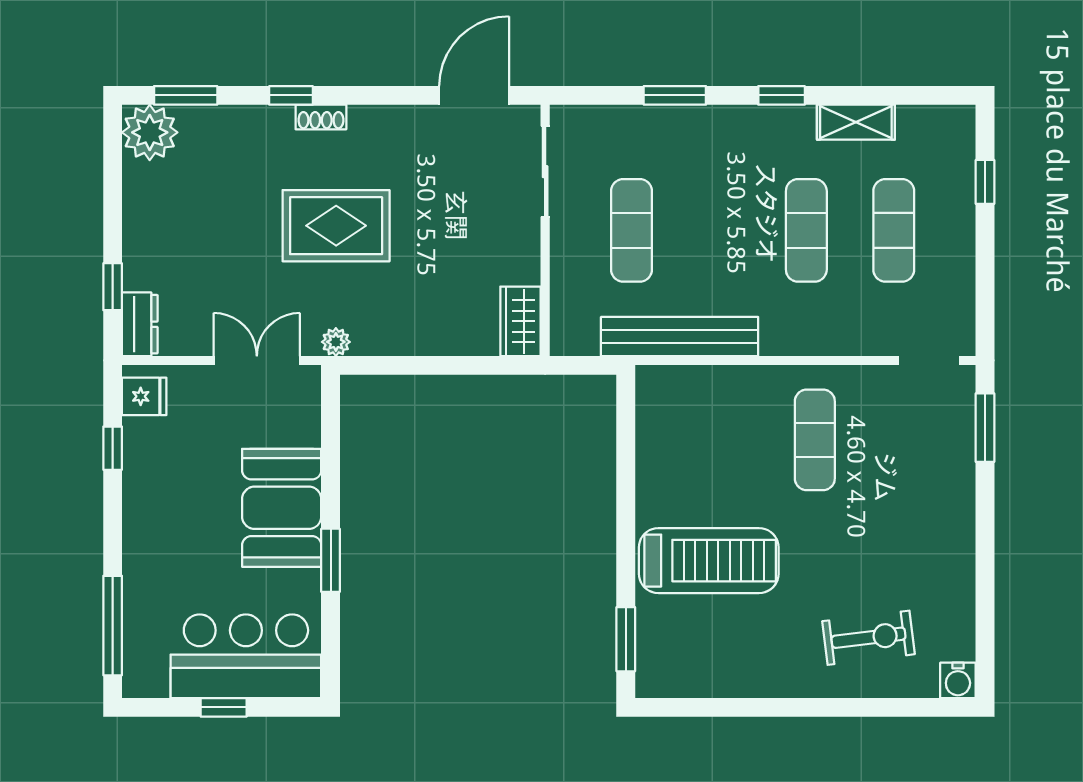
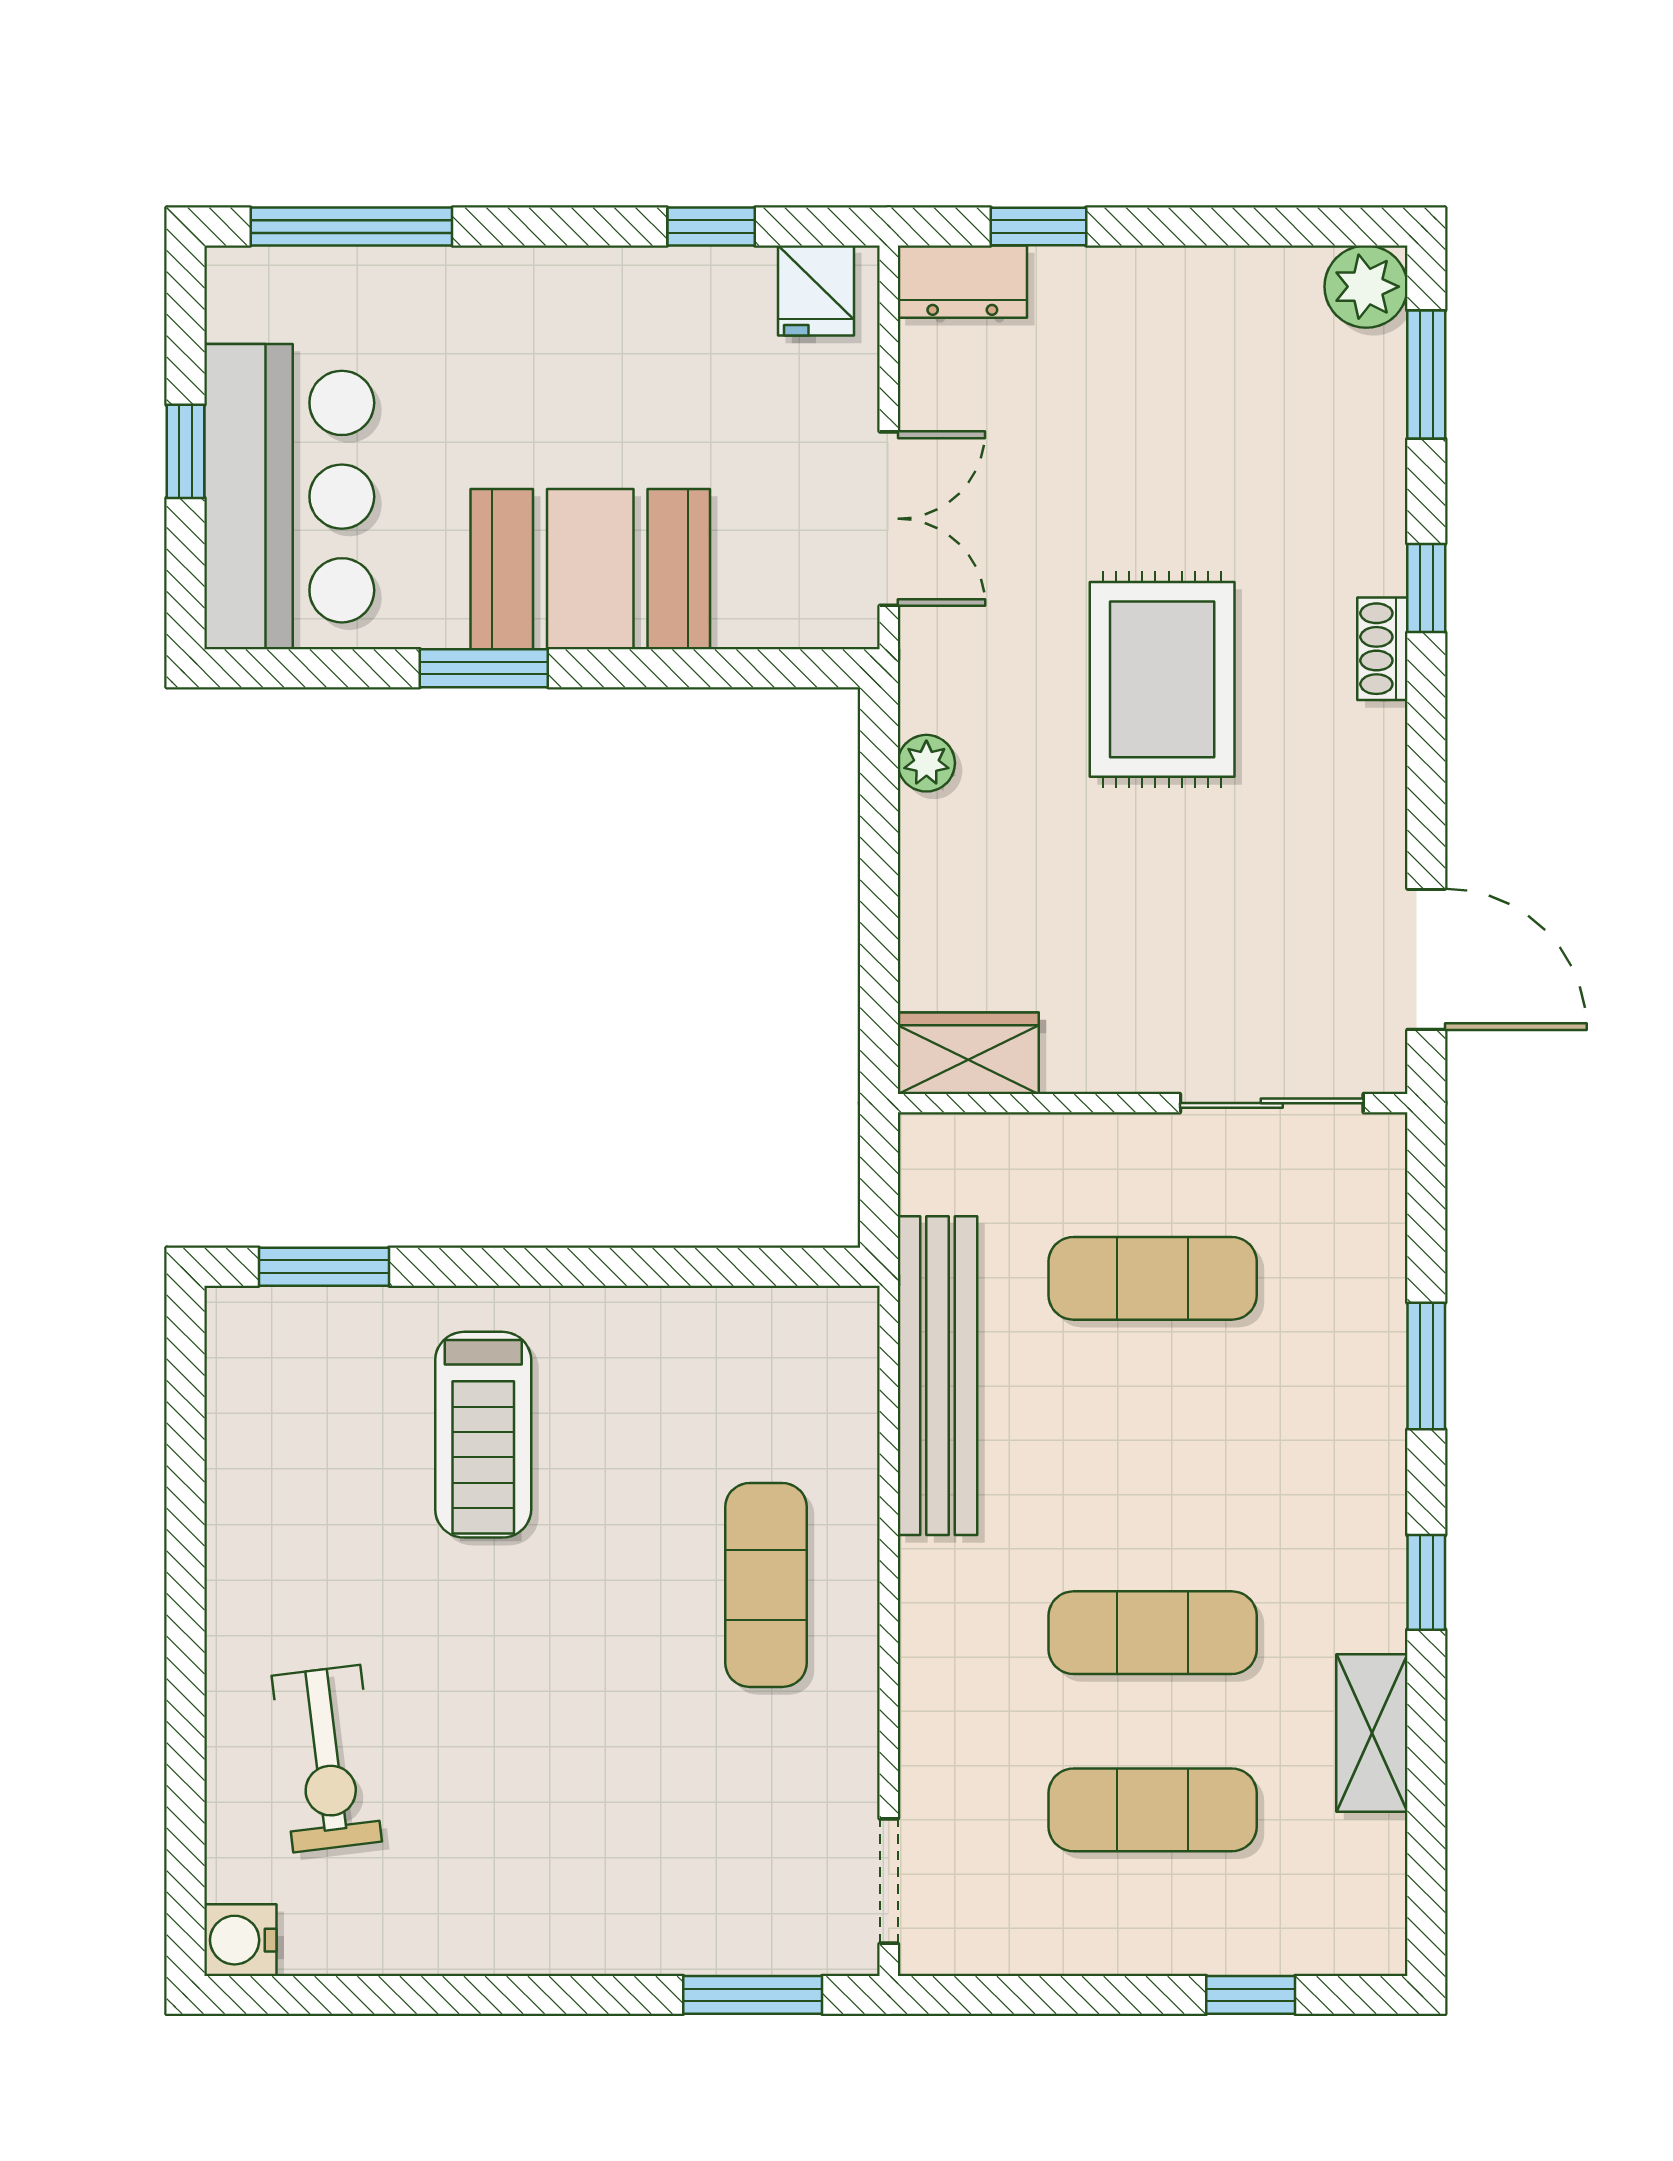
plant: (150, 132) -> (1366, 287), width x0.73, depth x0.73
plant: (336, 342) -> (926, 763), moved
exercise mat: (815, 440) -> (766, 1585), moved, turned 90
treadmill: (709, 561) -> (483, 1435), width x0.73, depth x0.73

